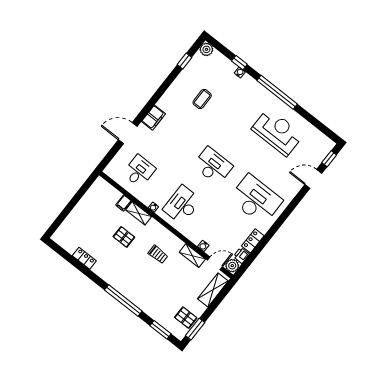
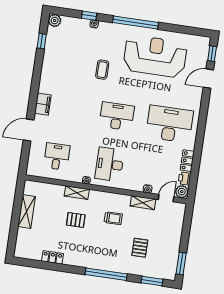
coffee table: (202, 99) -> (102, 70), moved
reception desk: (277, 132) -> (155, 56), width x1.36, depth x1.30
filing cabinet: (124, 203) -> (59, 191), removed
shelving: (213, 290) -> (27, 211), moved
pallet: (186, 318) -> (140, 248), moved, turned 90

